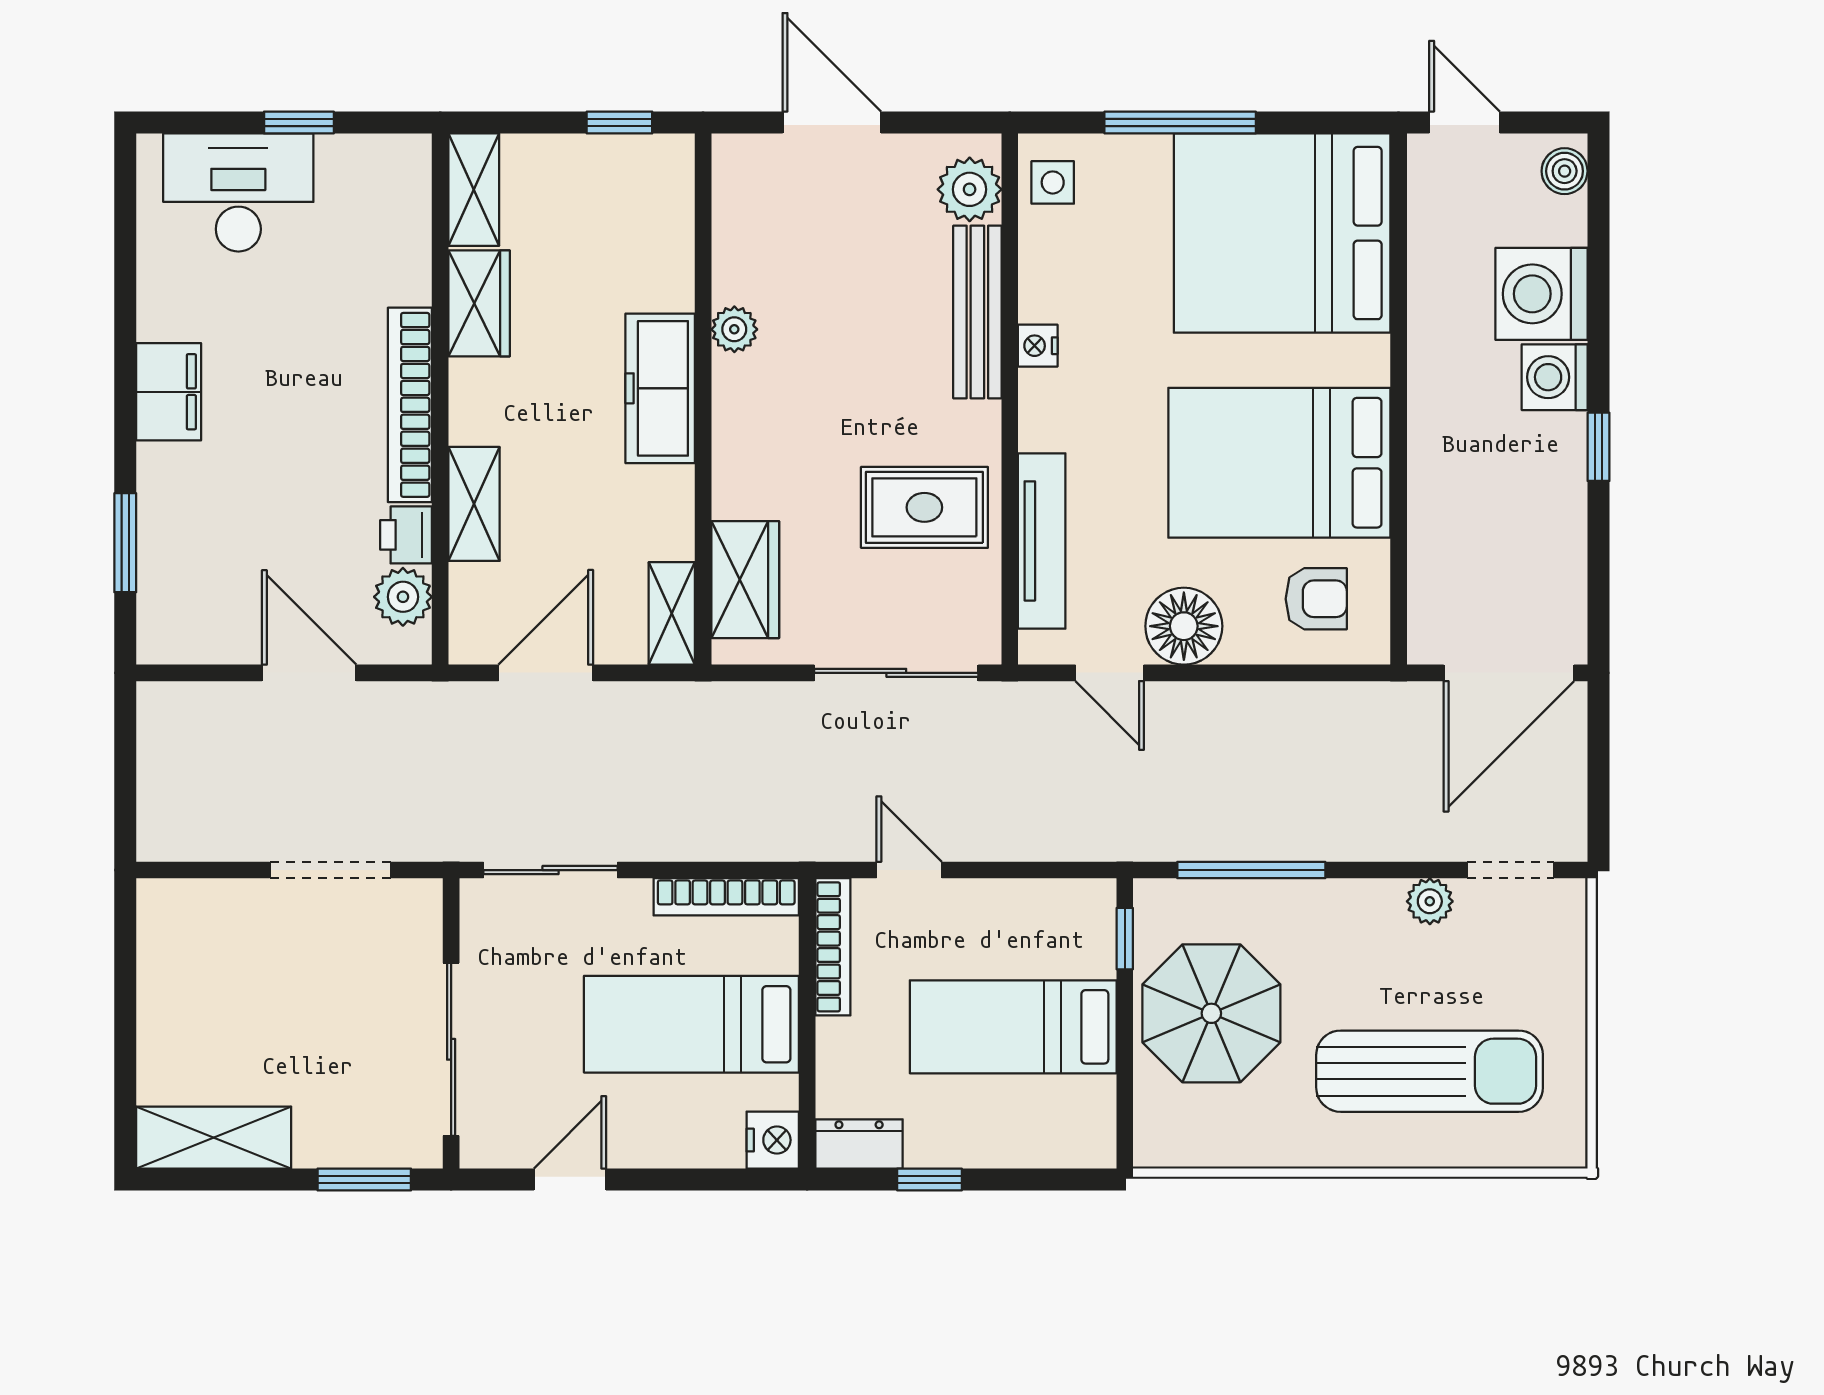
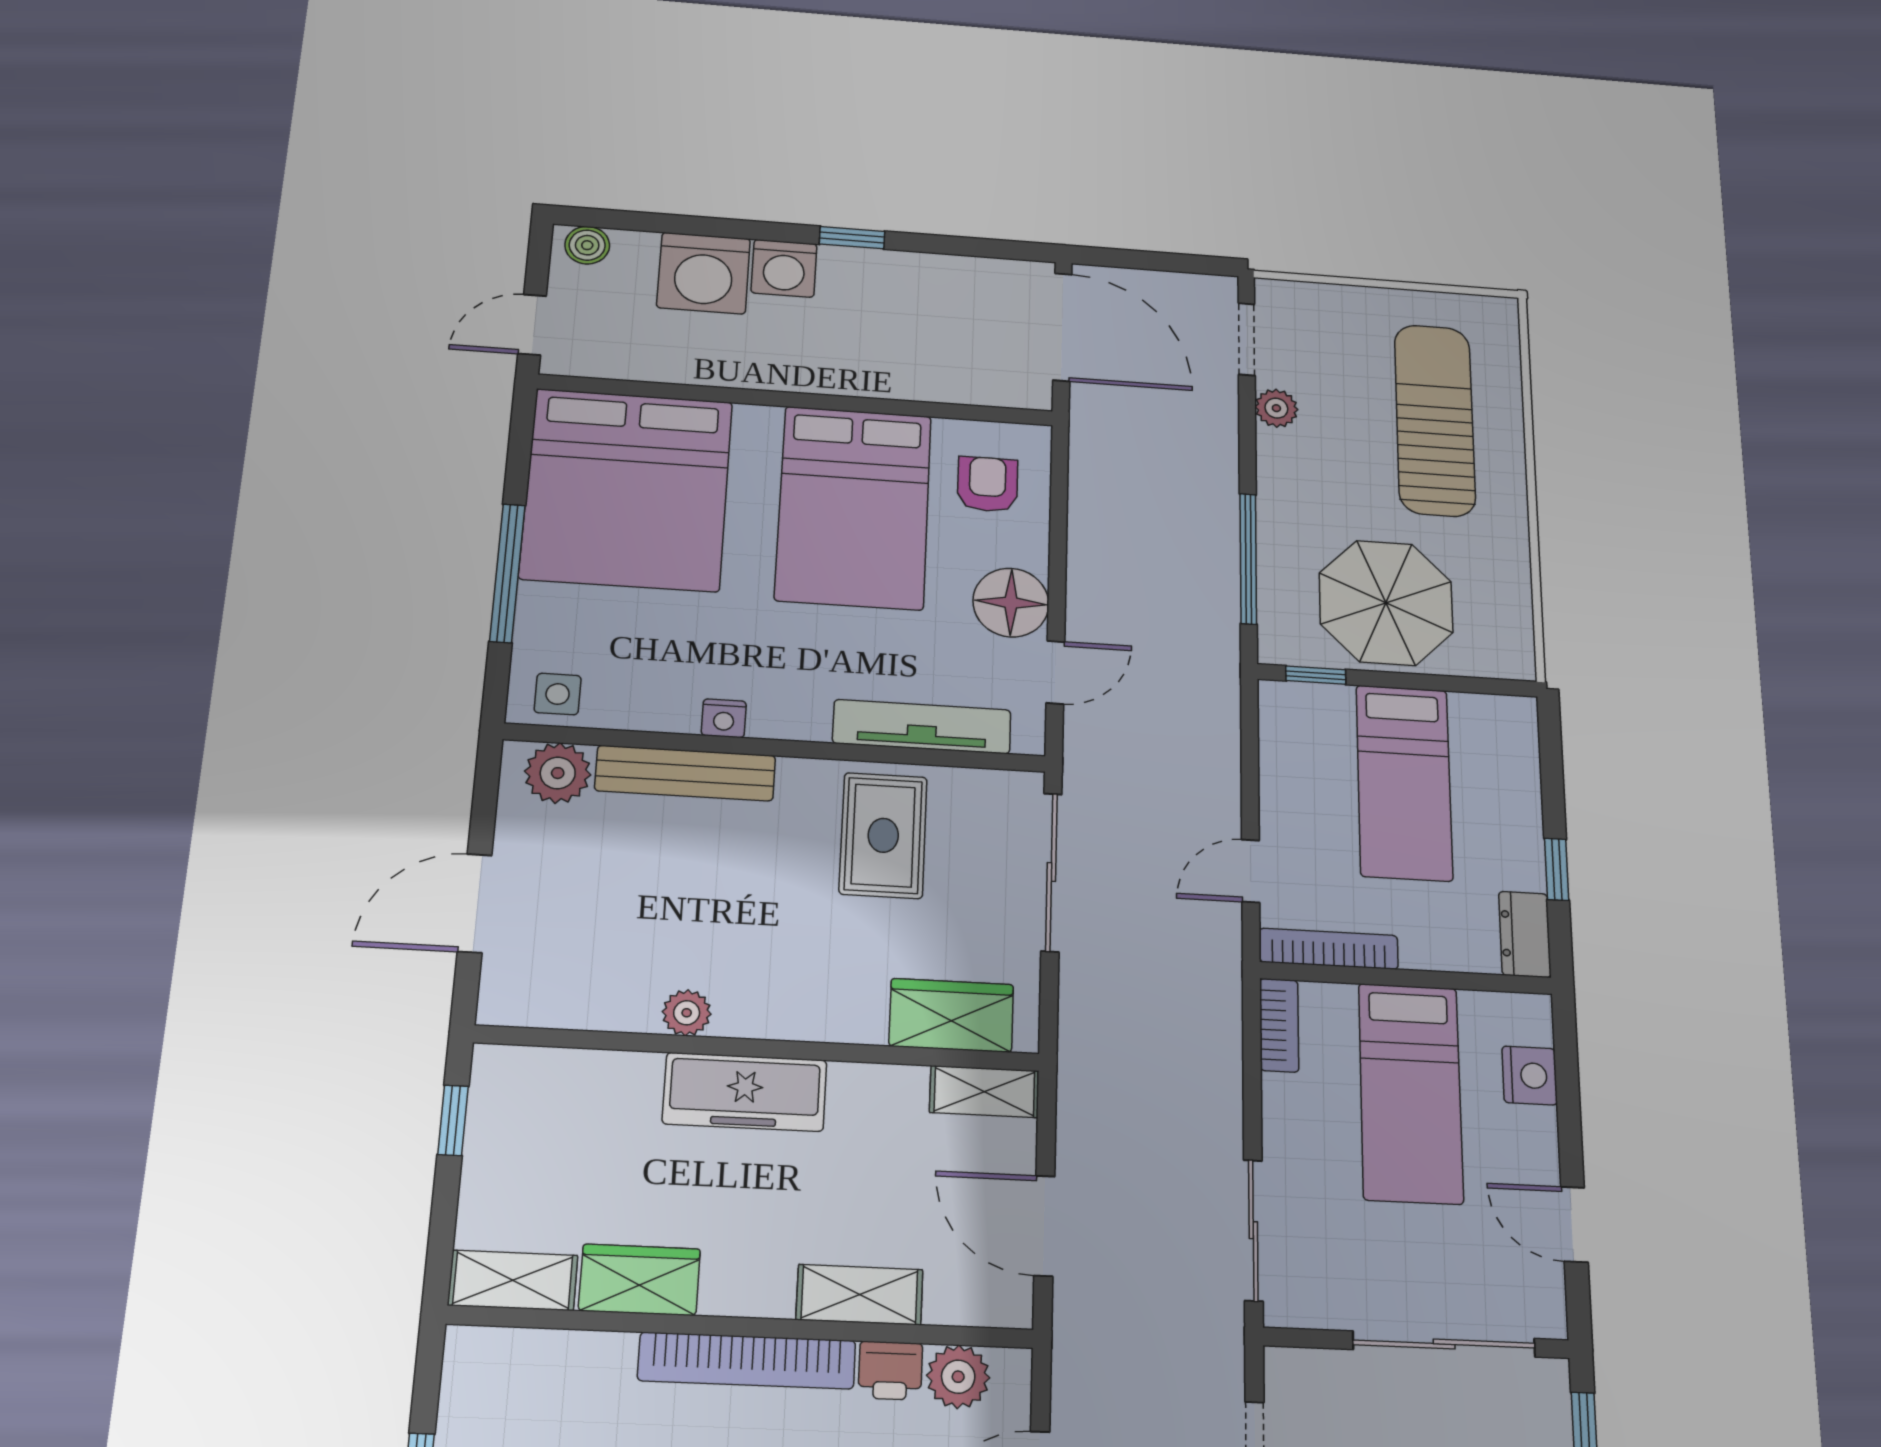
bookcase: (726, 897) -> (1279, 1025), width x0.64
nightstand: (773, 1140) -> (1530, 1075), moved, turned 90

